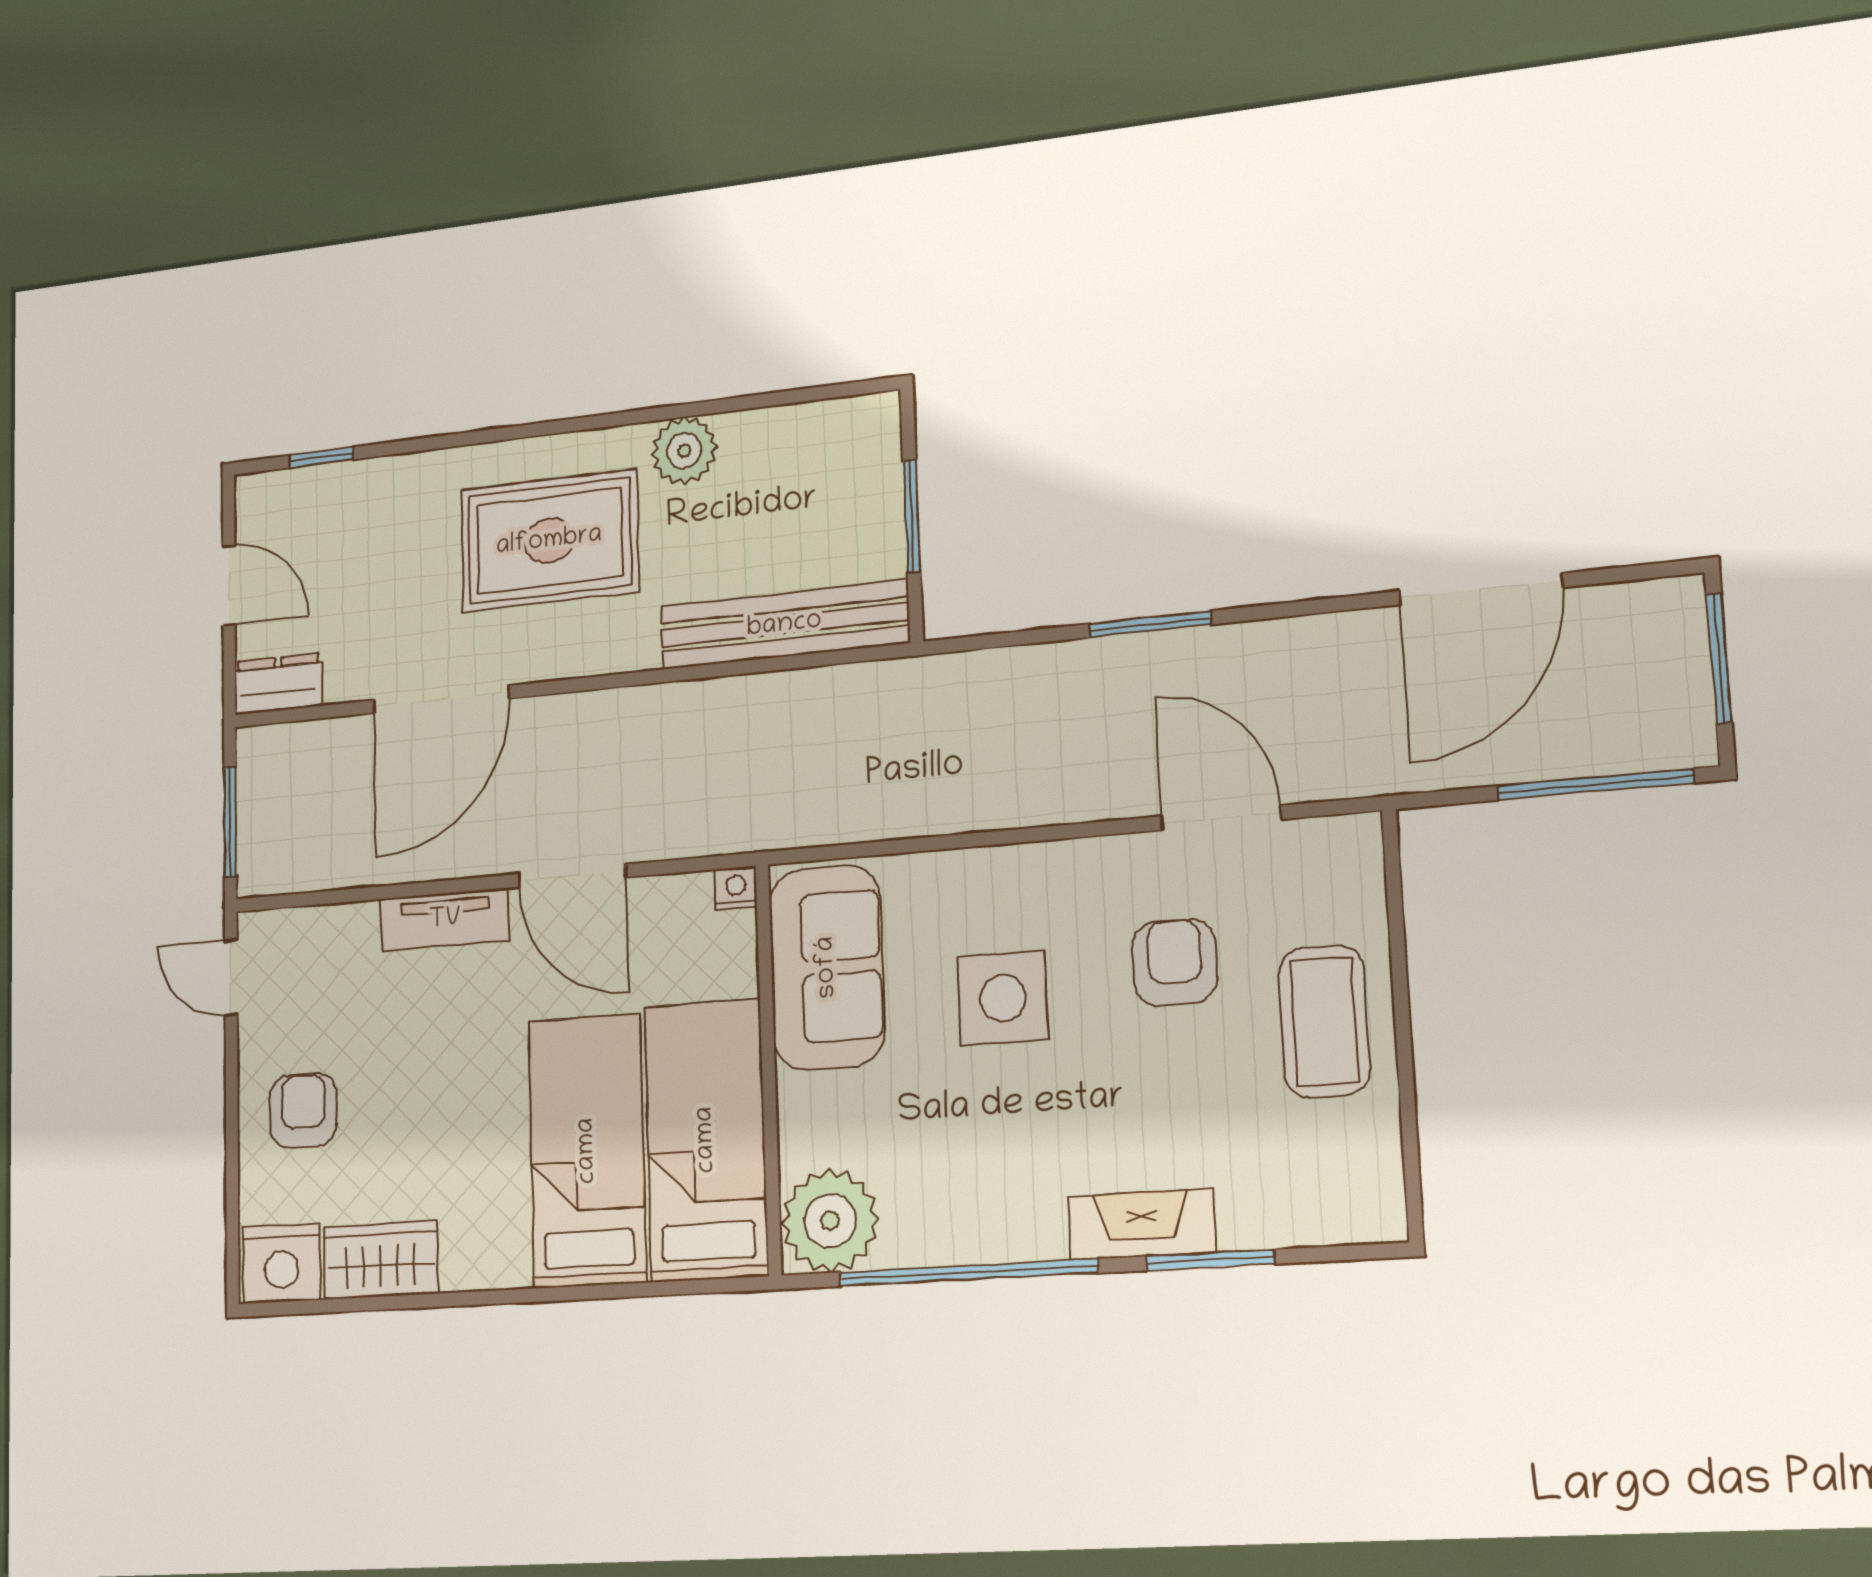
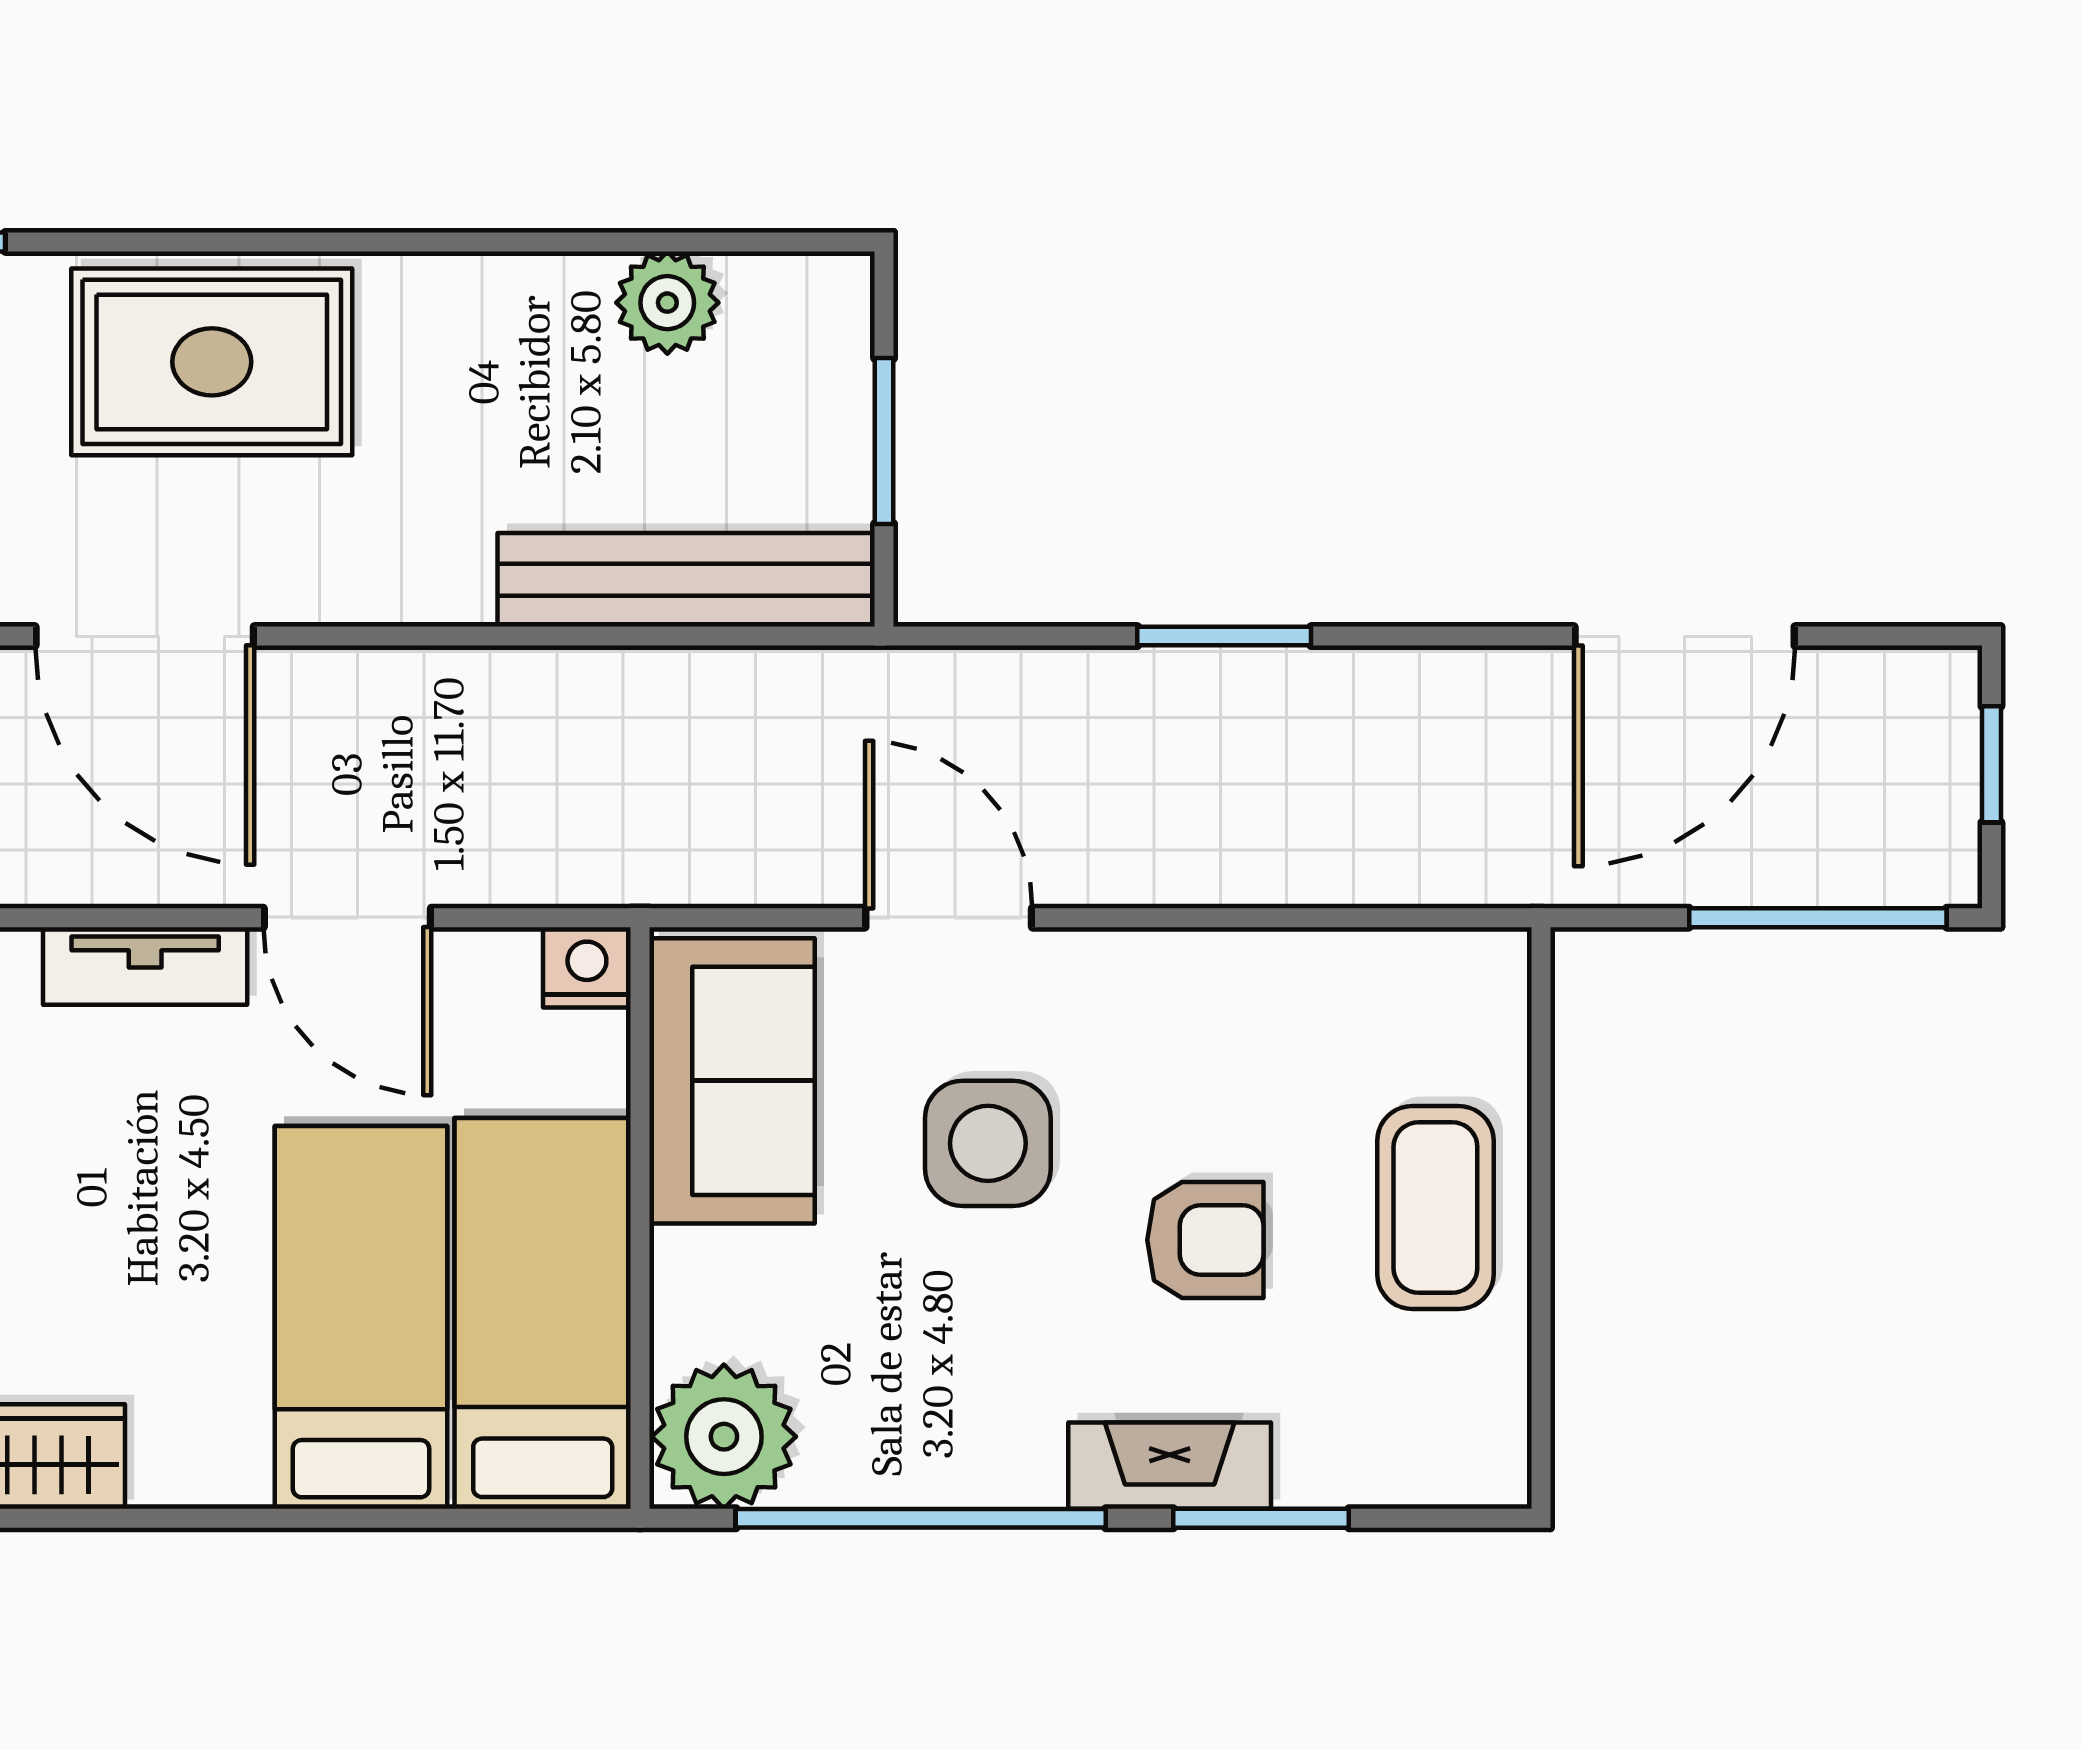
plant: (684, 451) -> (667, 303), moved
rug: (549, 541) -> (212, 362), moved
window: (1719, 659) -> (1991, 764), width x0.67
door: (441, 699) -> (145, 636), hinge flipped
door: (1221, 818) -> (949, 918), moved
nightstand: (736, 888) -> (587, 967), width x1.39, depth x1.35
armchair: (1175, 962) -> (1205, 1240), moved, turned 90

